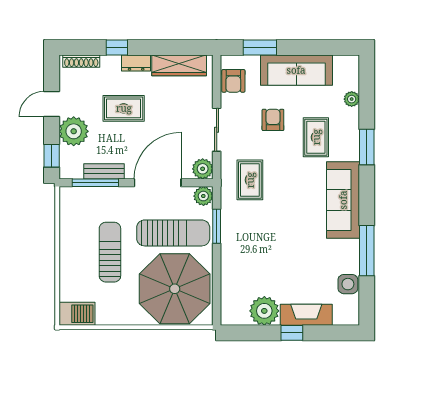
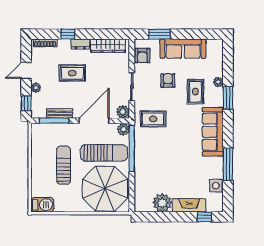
plant: (352, 99) -> (218, 82), moved
plant: (74, 131) -> (36, 88), width x0.53, depth x0.53
rug: (250, 180) -> (153, 119), turned 90
window: (217, 226) -> (132, 149), width x2.11
window: (292, 333) -> (204, 217), moved

